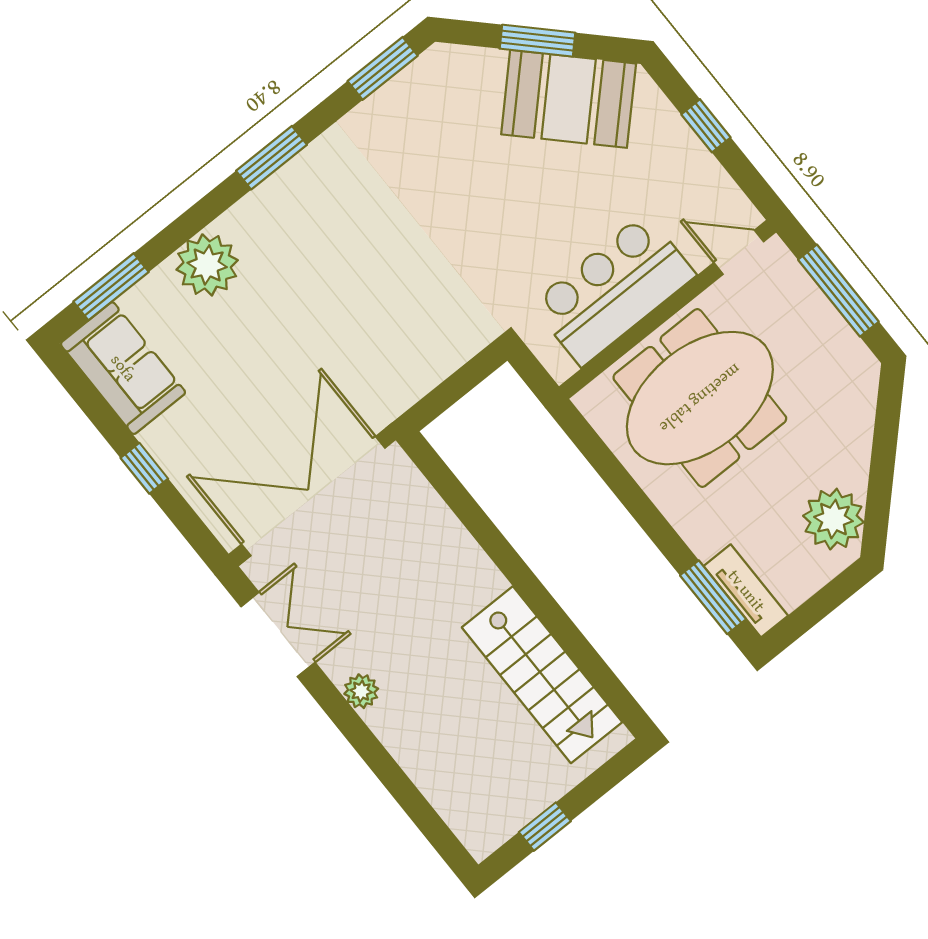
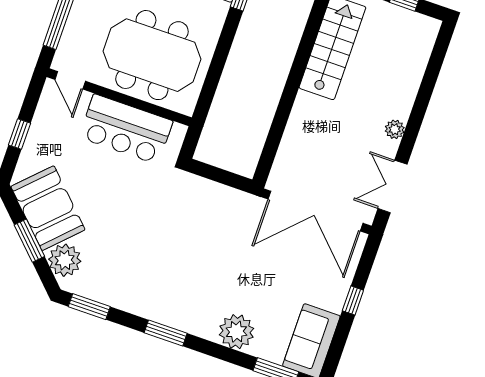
plant: (475, 75) -> (65, 260), added

